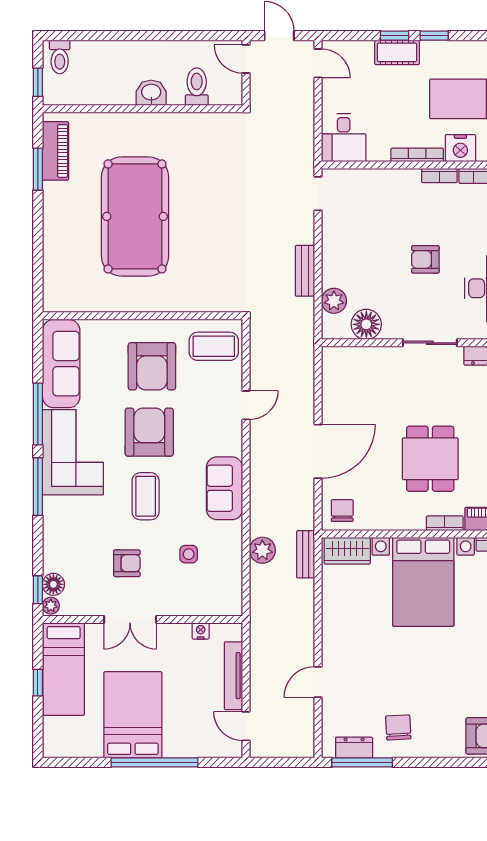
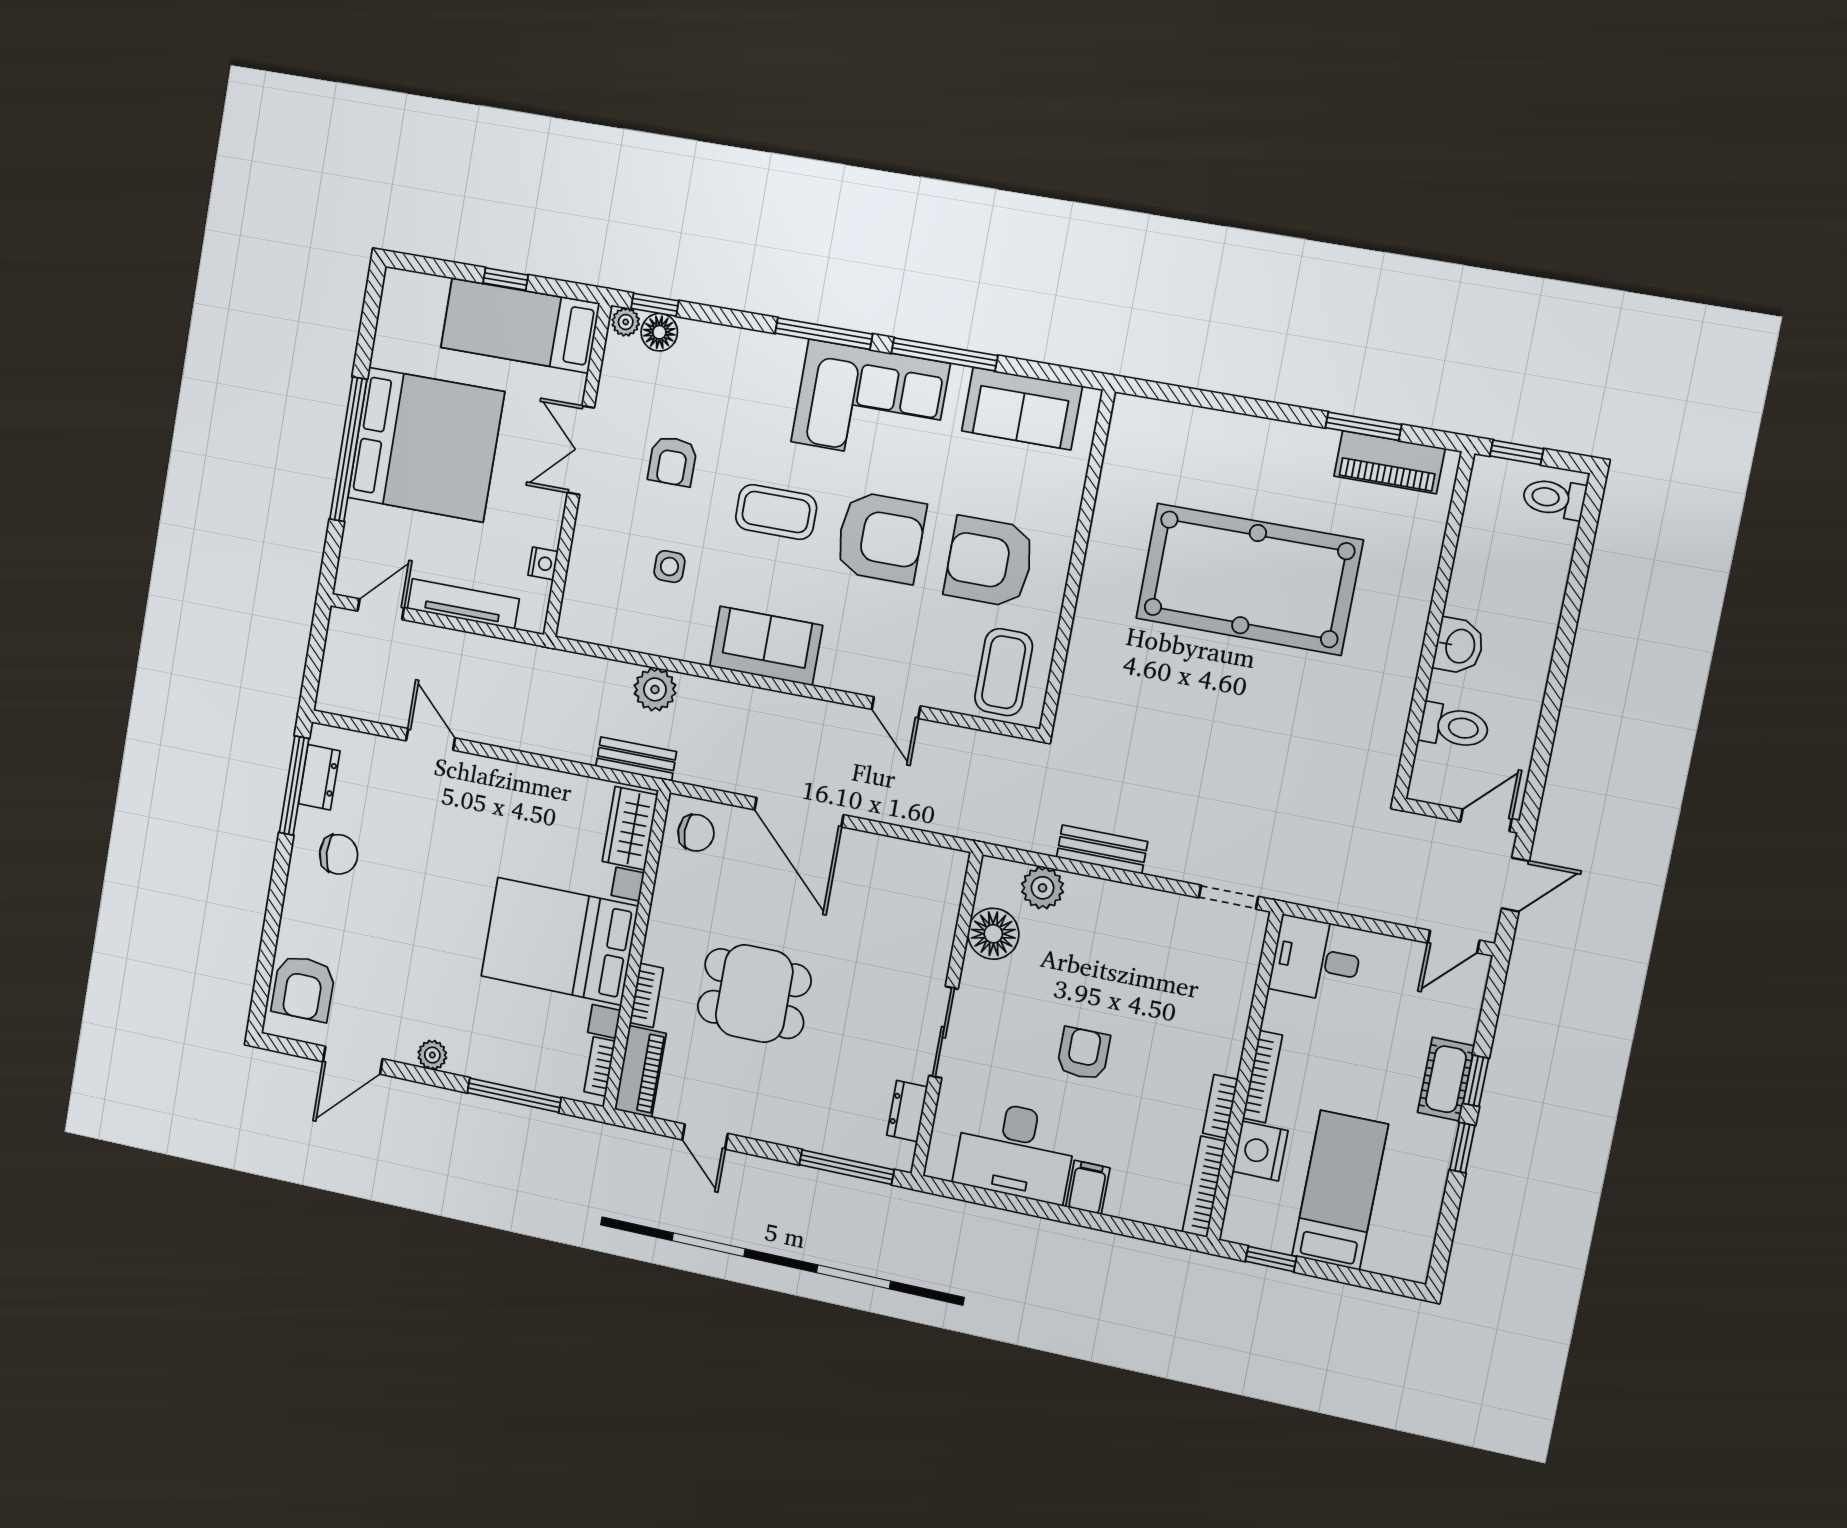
sofa: (61, 364) -> (1022, 409), width x0.73
bed: (133, 715) -> (426, 445), width x1.36

